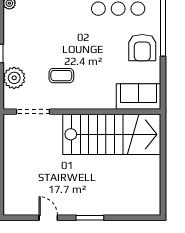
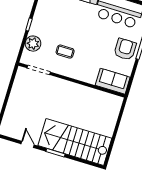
armchair: (142, 48) -> (125, 49), turned 180
stairs: (112, 134) -> (75, 142), moved, turned 180

